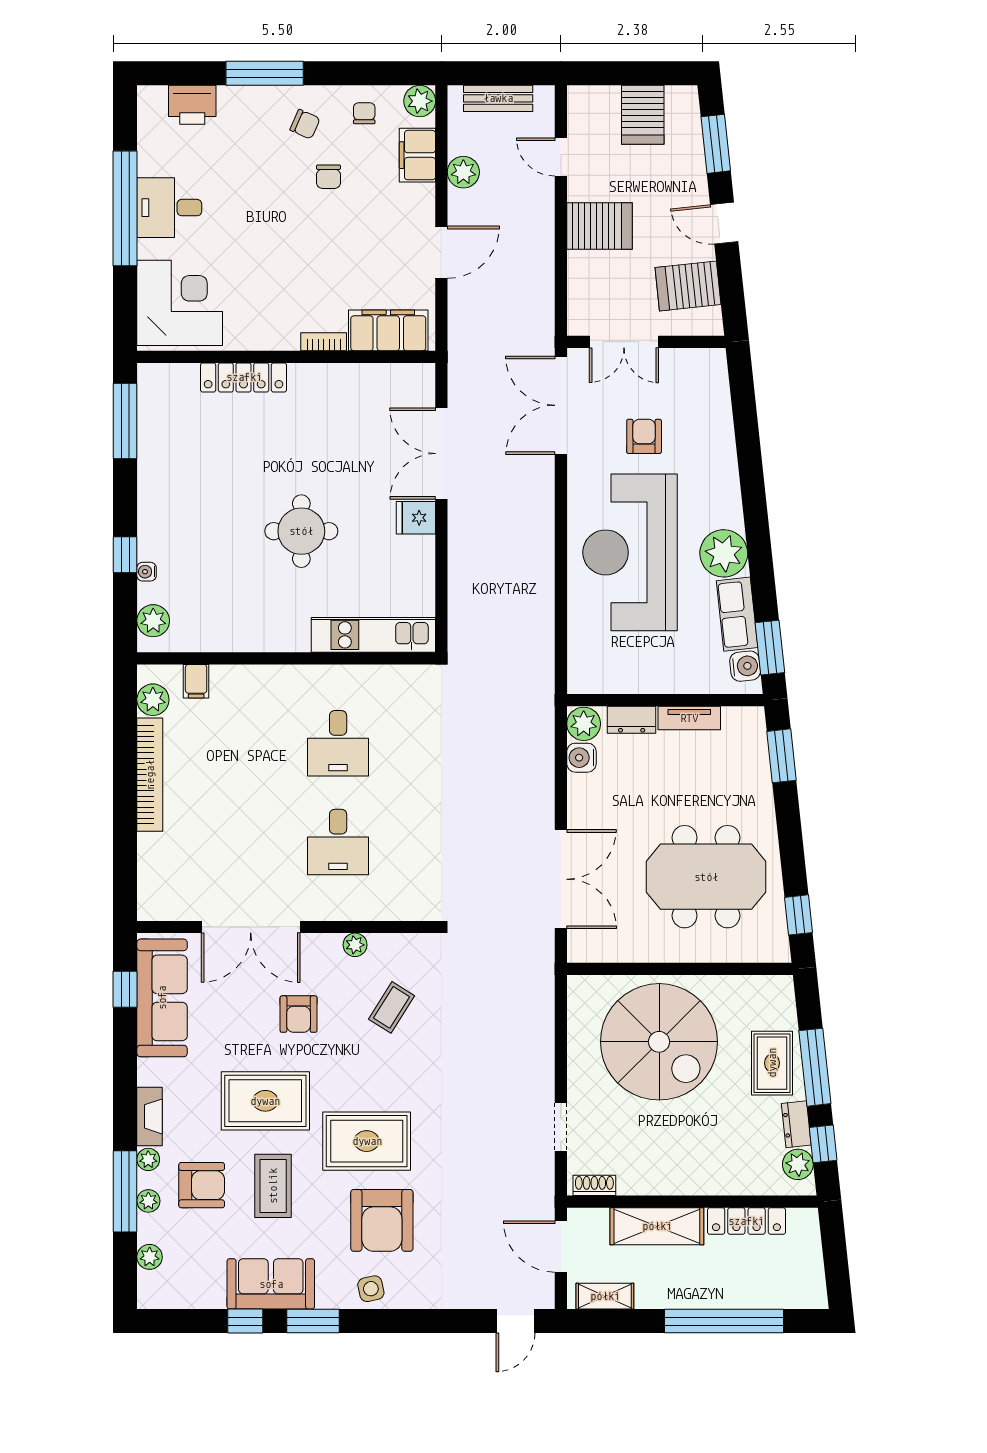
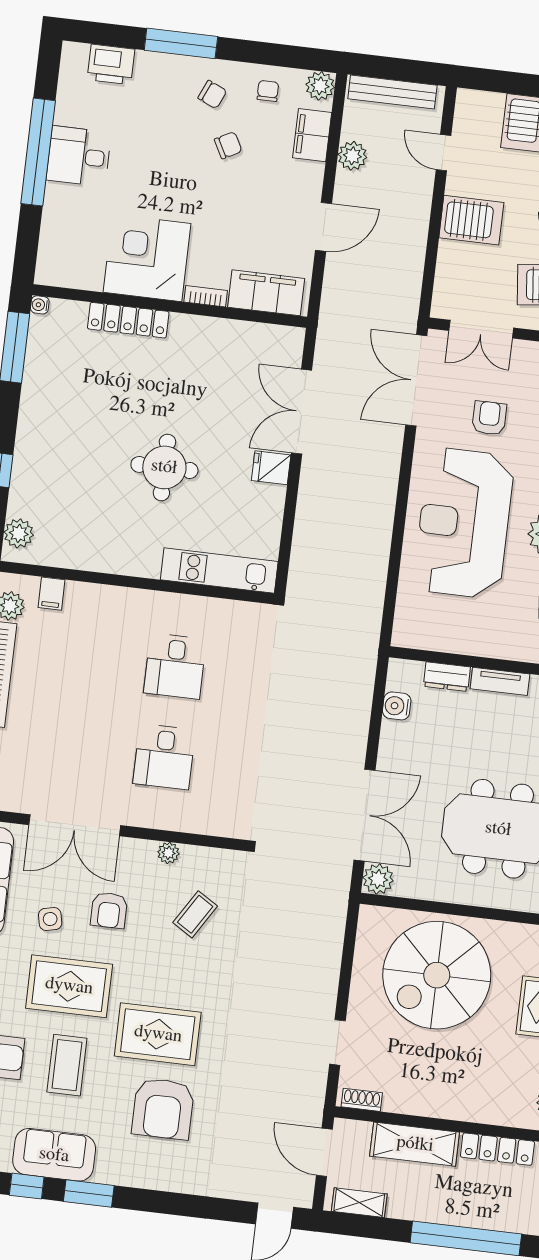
bench: (498, 98) -> (392, 92), width x1.36
chair: (329, 177) -> (228, 145), turned -118
corner desk: (180, 303) -> (147, 258), moved, turned -90
water cooler: (147, 572) -> (40, 305), moved
plant: (584, 724) -> (378, 879), moved
spiral stairs: (659, 1042) -> (437, 975), turned 90
side table: (371, 1289) -> (50, 919), moved

